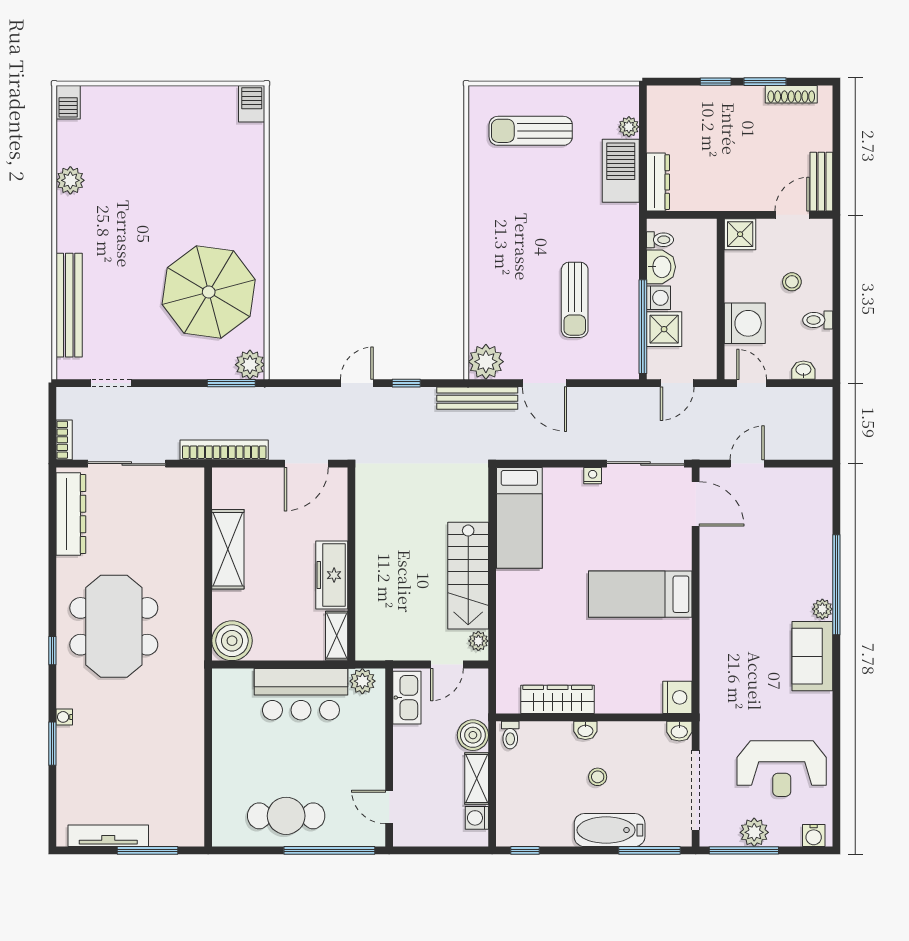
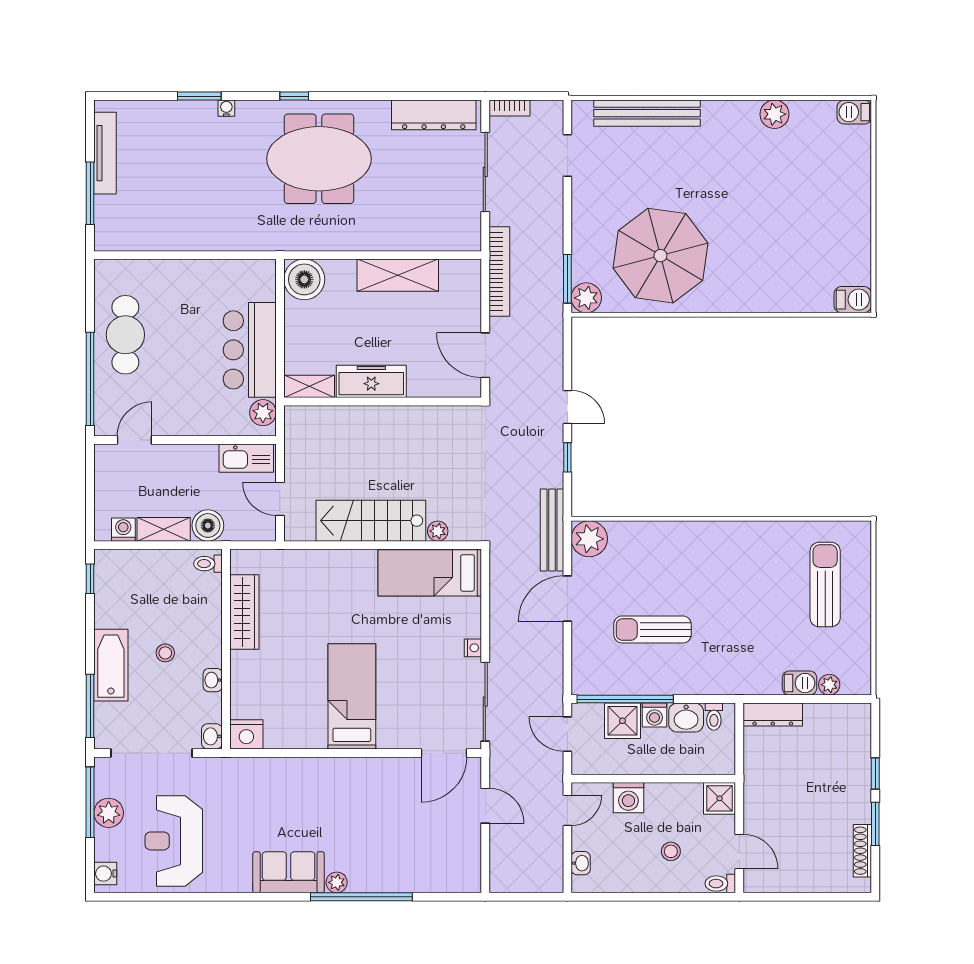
barbecue: (621, 171) -> (800, 683), width x0.53, depth x0.65
bench: (821, 182) -> (773, 881), removed
toilet: (818, 320) -> (720, 884), moved, turned -90
washing machine: (745, 323) -> (628, 798), width x0.73, depth x0.73
plant: (478, 641) -> (438, 531), moved
washbasin: (585, 730) -> (213, 680), moved

